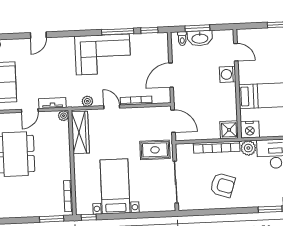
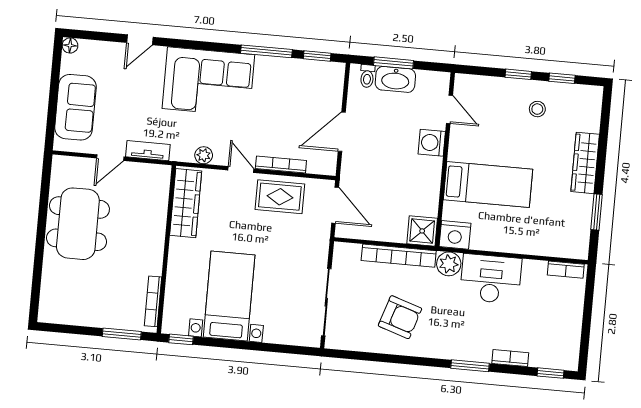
corner sofa: (103, 54) -> (208, 82), moved
plant: (64, 116) -> (163, 173), removed
rug: (155, 150) -> (280, 197), moved

